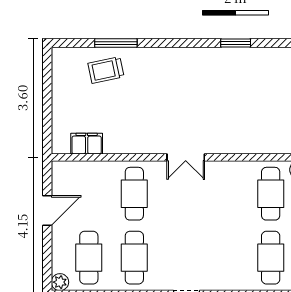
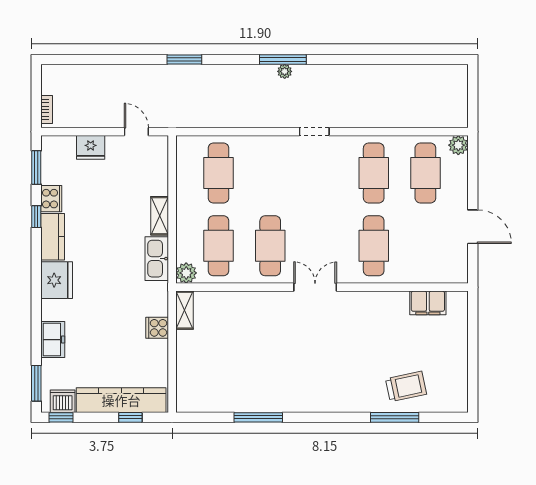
window: (236, 43) -> (258, 417), width x1.44
cafe table: (225, 194) -> (270, 246), added
door: (47, 211) -> (473, 227), swing flipped

